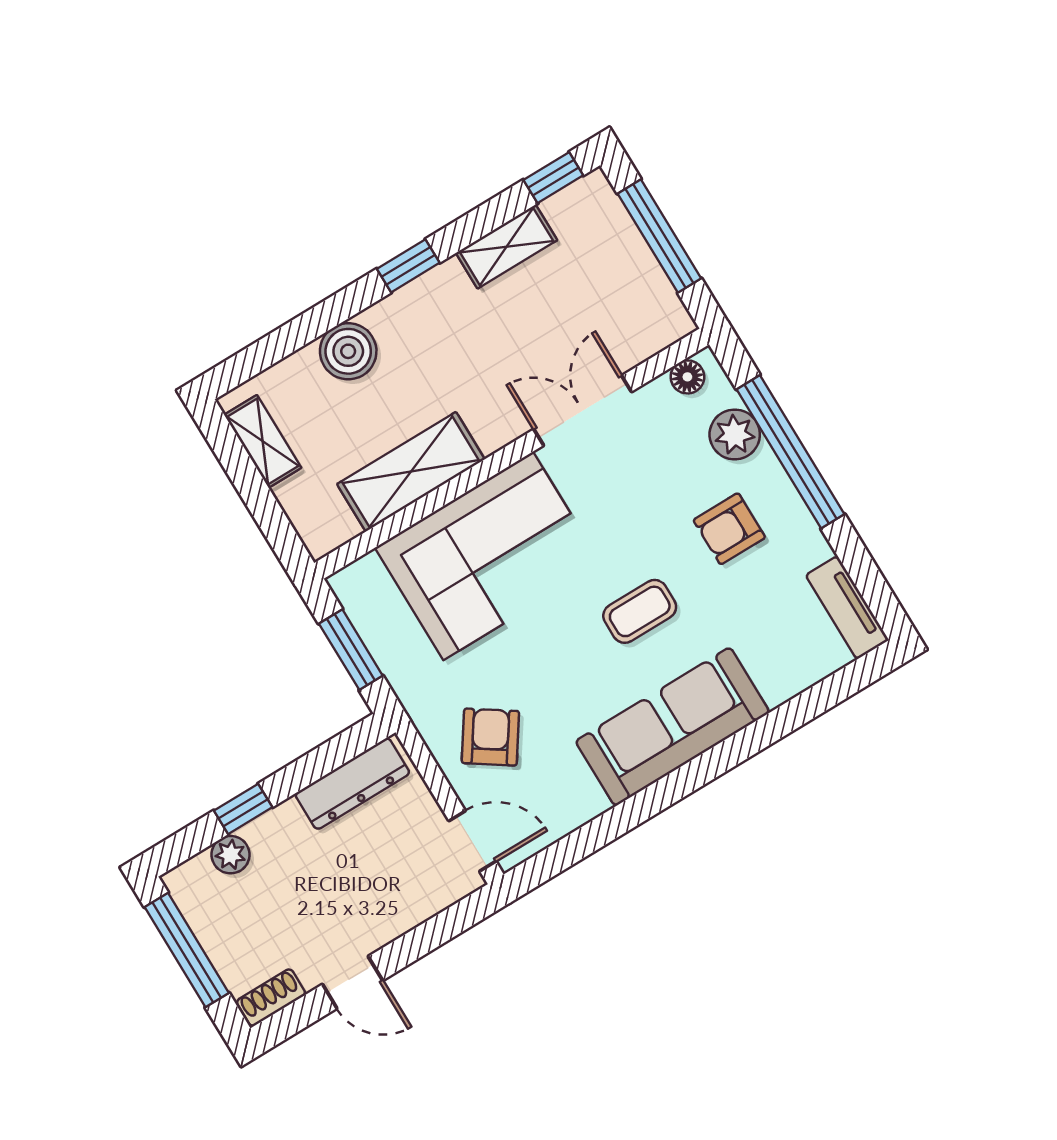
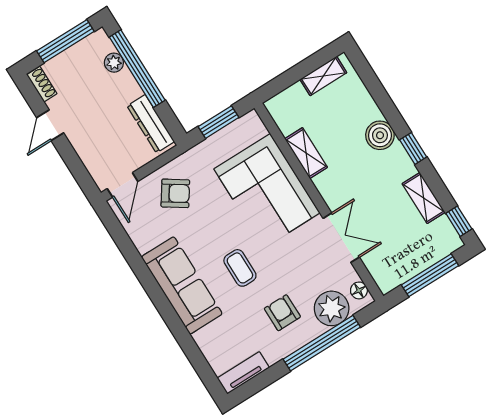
boiler: (348, 351) -> (380, 135), moved
plant: (735, 435) -> (332, 308), width x1.36, depth x1.36
shelving: (411, 472) -> (306, 153), width x0.67, depth x0.75
window: (243, 809) -> (137, 69), width x3.17

